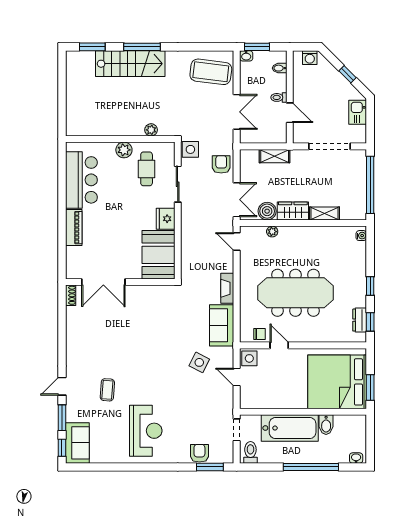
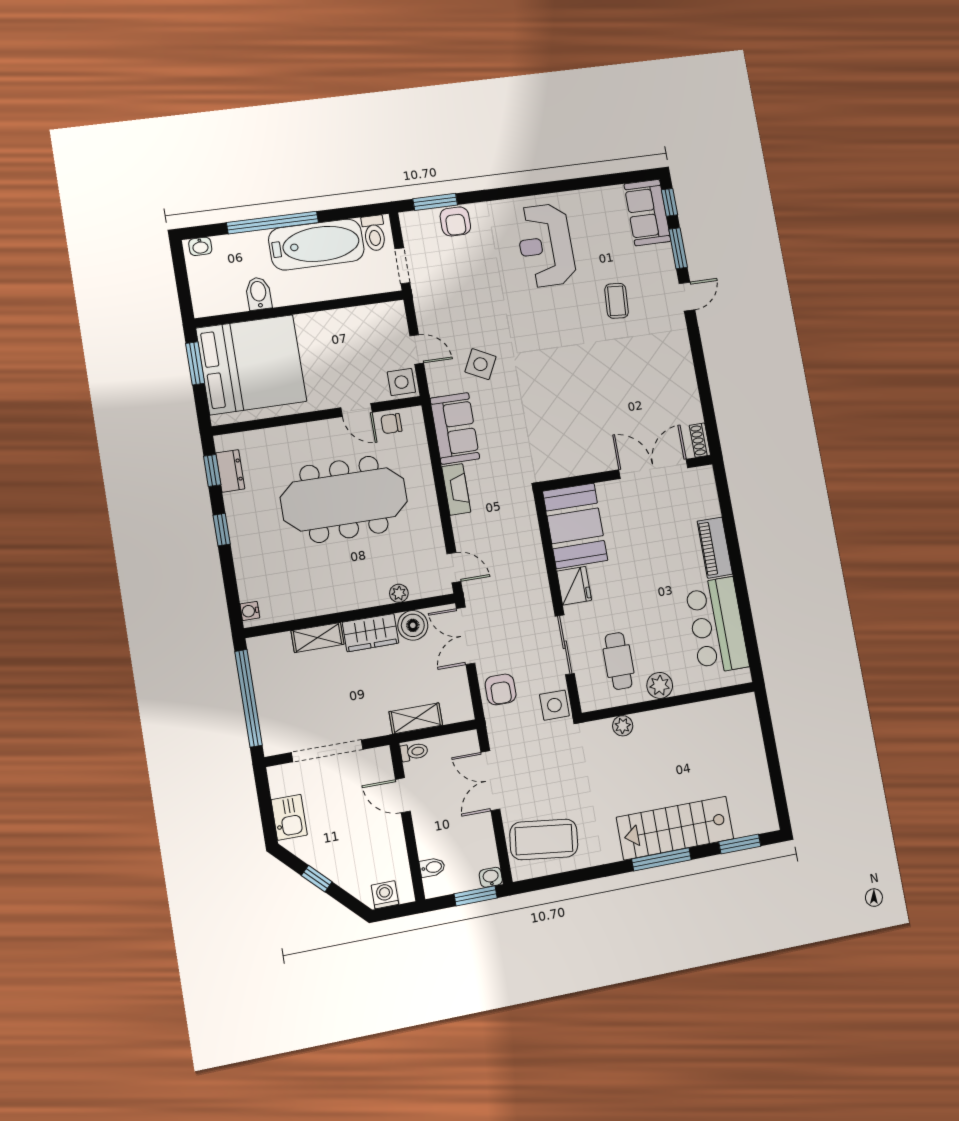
toilet: (279, 97) -> (414, 752), moved
bathtub: (290, 428) -> (316, 245), moved, turned 180

